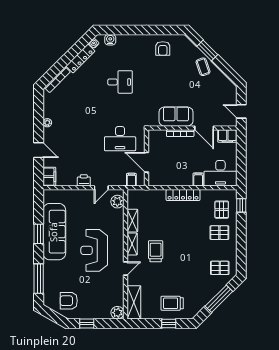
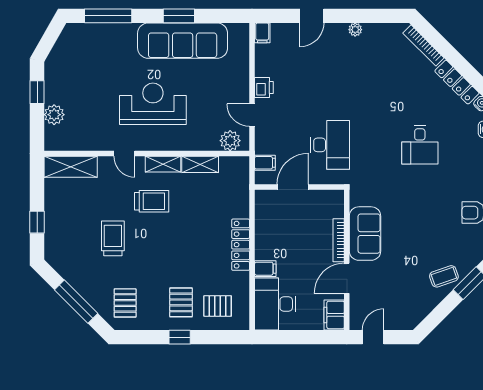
desk: (120, 139) -> (330, 145), turned 180
filing cabinet: (49, 177) -> (262, 33), width x0.50
window: (241, 205) -> (180, 337), moved
armchair: (69, 301) -> (73, 64), removed
trolley: (172, 303) -> (113, 238), moved
plant: (117, 313) -> (54, 115), moved

